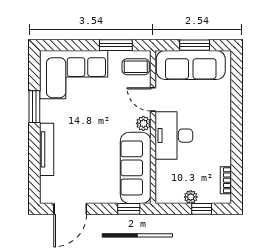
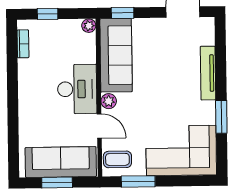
plant: (191, 197) -> (89, 26), moved

